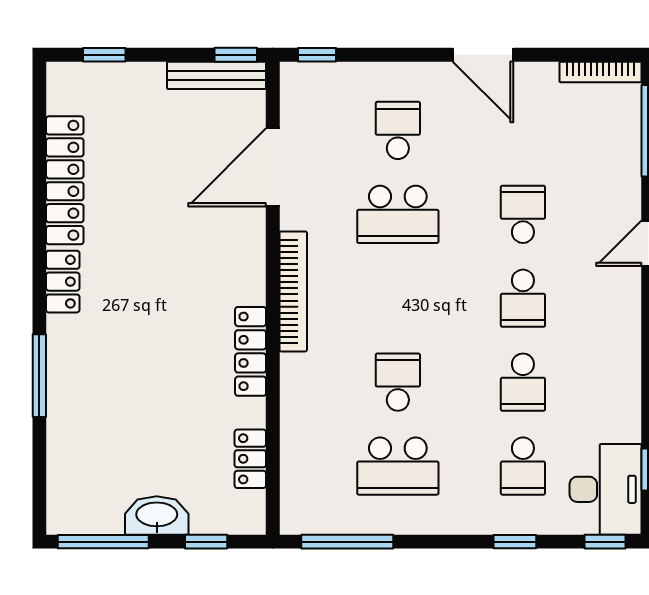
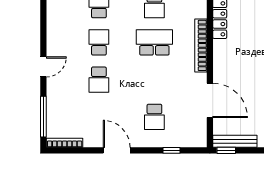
window: (317, 55) -> (172, 150), moved
door: (273, 167) -> (210, 100), hinge flipped
school desk: (398, 214) -> (154, 42), moved

